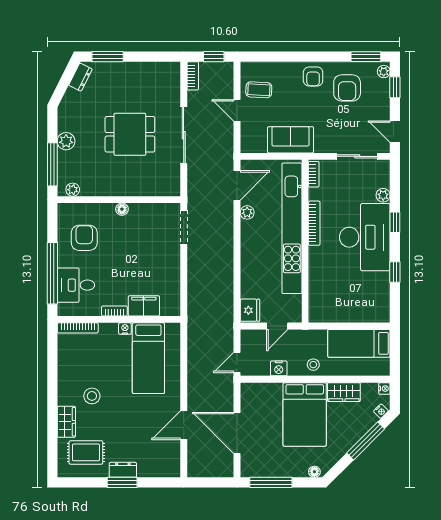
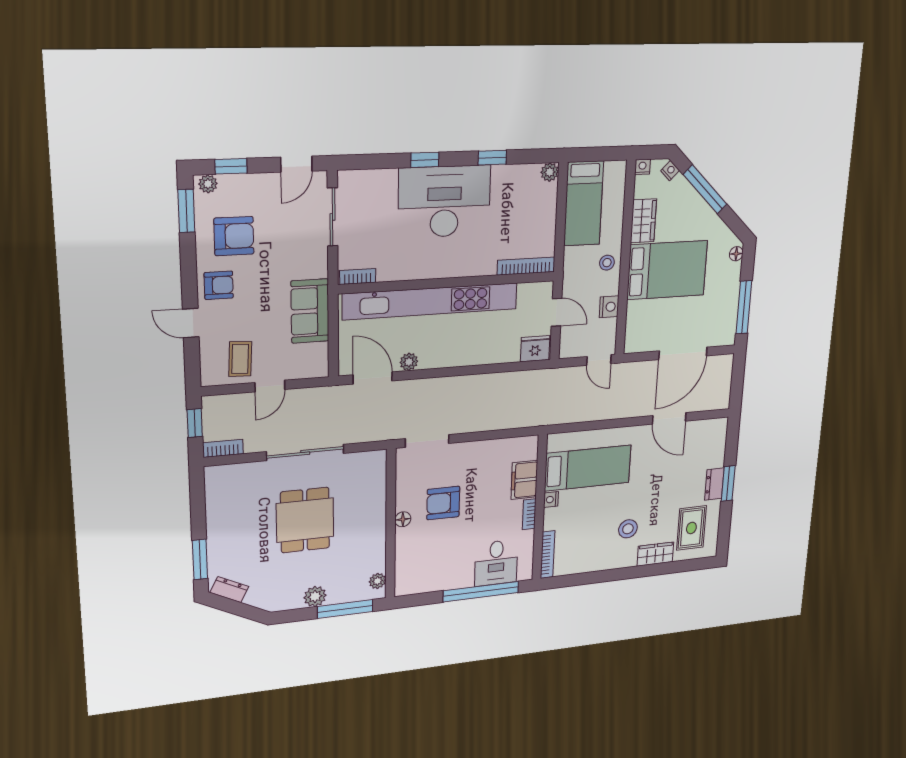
door: (287, 57) -> (191, 323), added
plant: (383, 195) -> (550, 172), moved
bookcase: (314, 223) -> (526, 266), moved
armchair: (84, 238) -> (443, 503), moved

